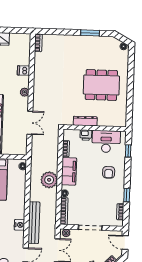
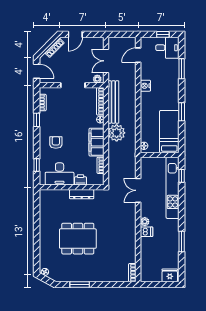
dishwasher: (23, 71) -> (146, 232), moved
dining table: (101, 85) -> (78, 239), moved
bench: (34, 223) -> (113, 102), moved

